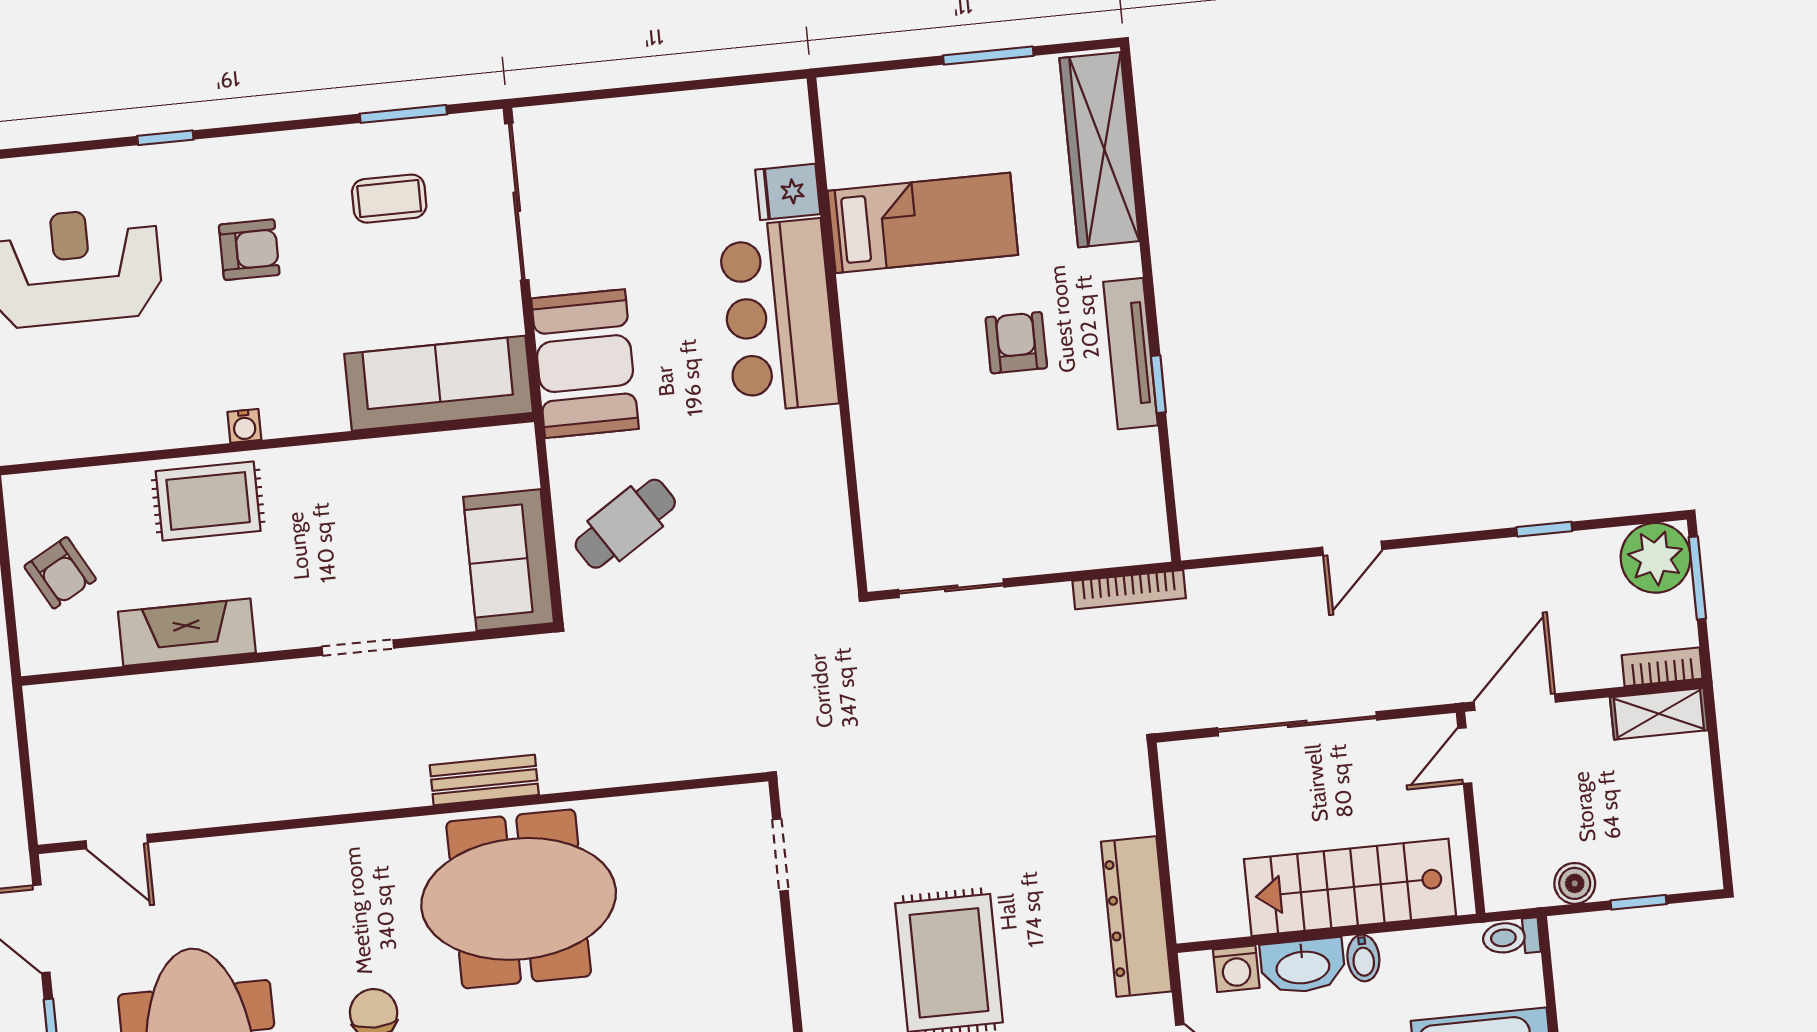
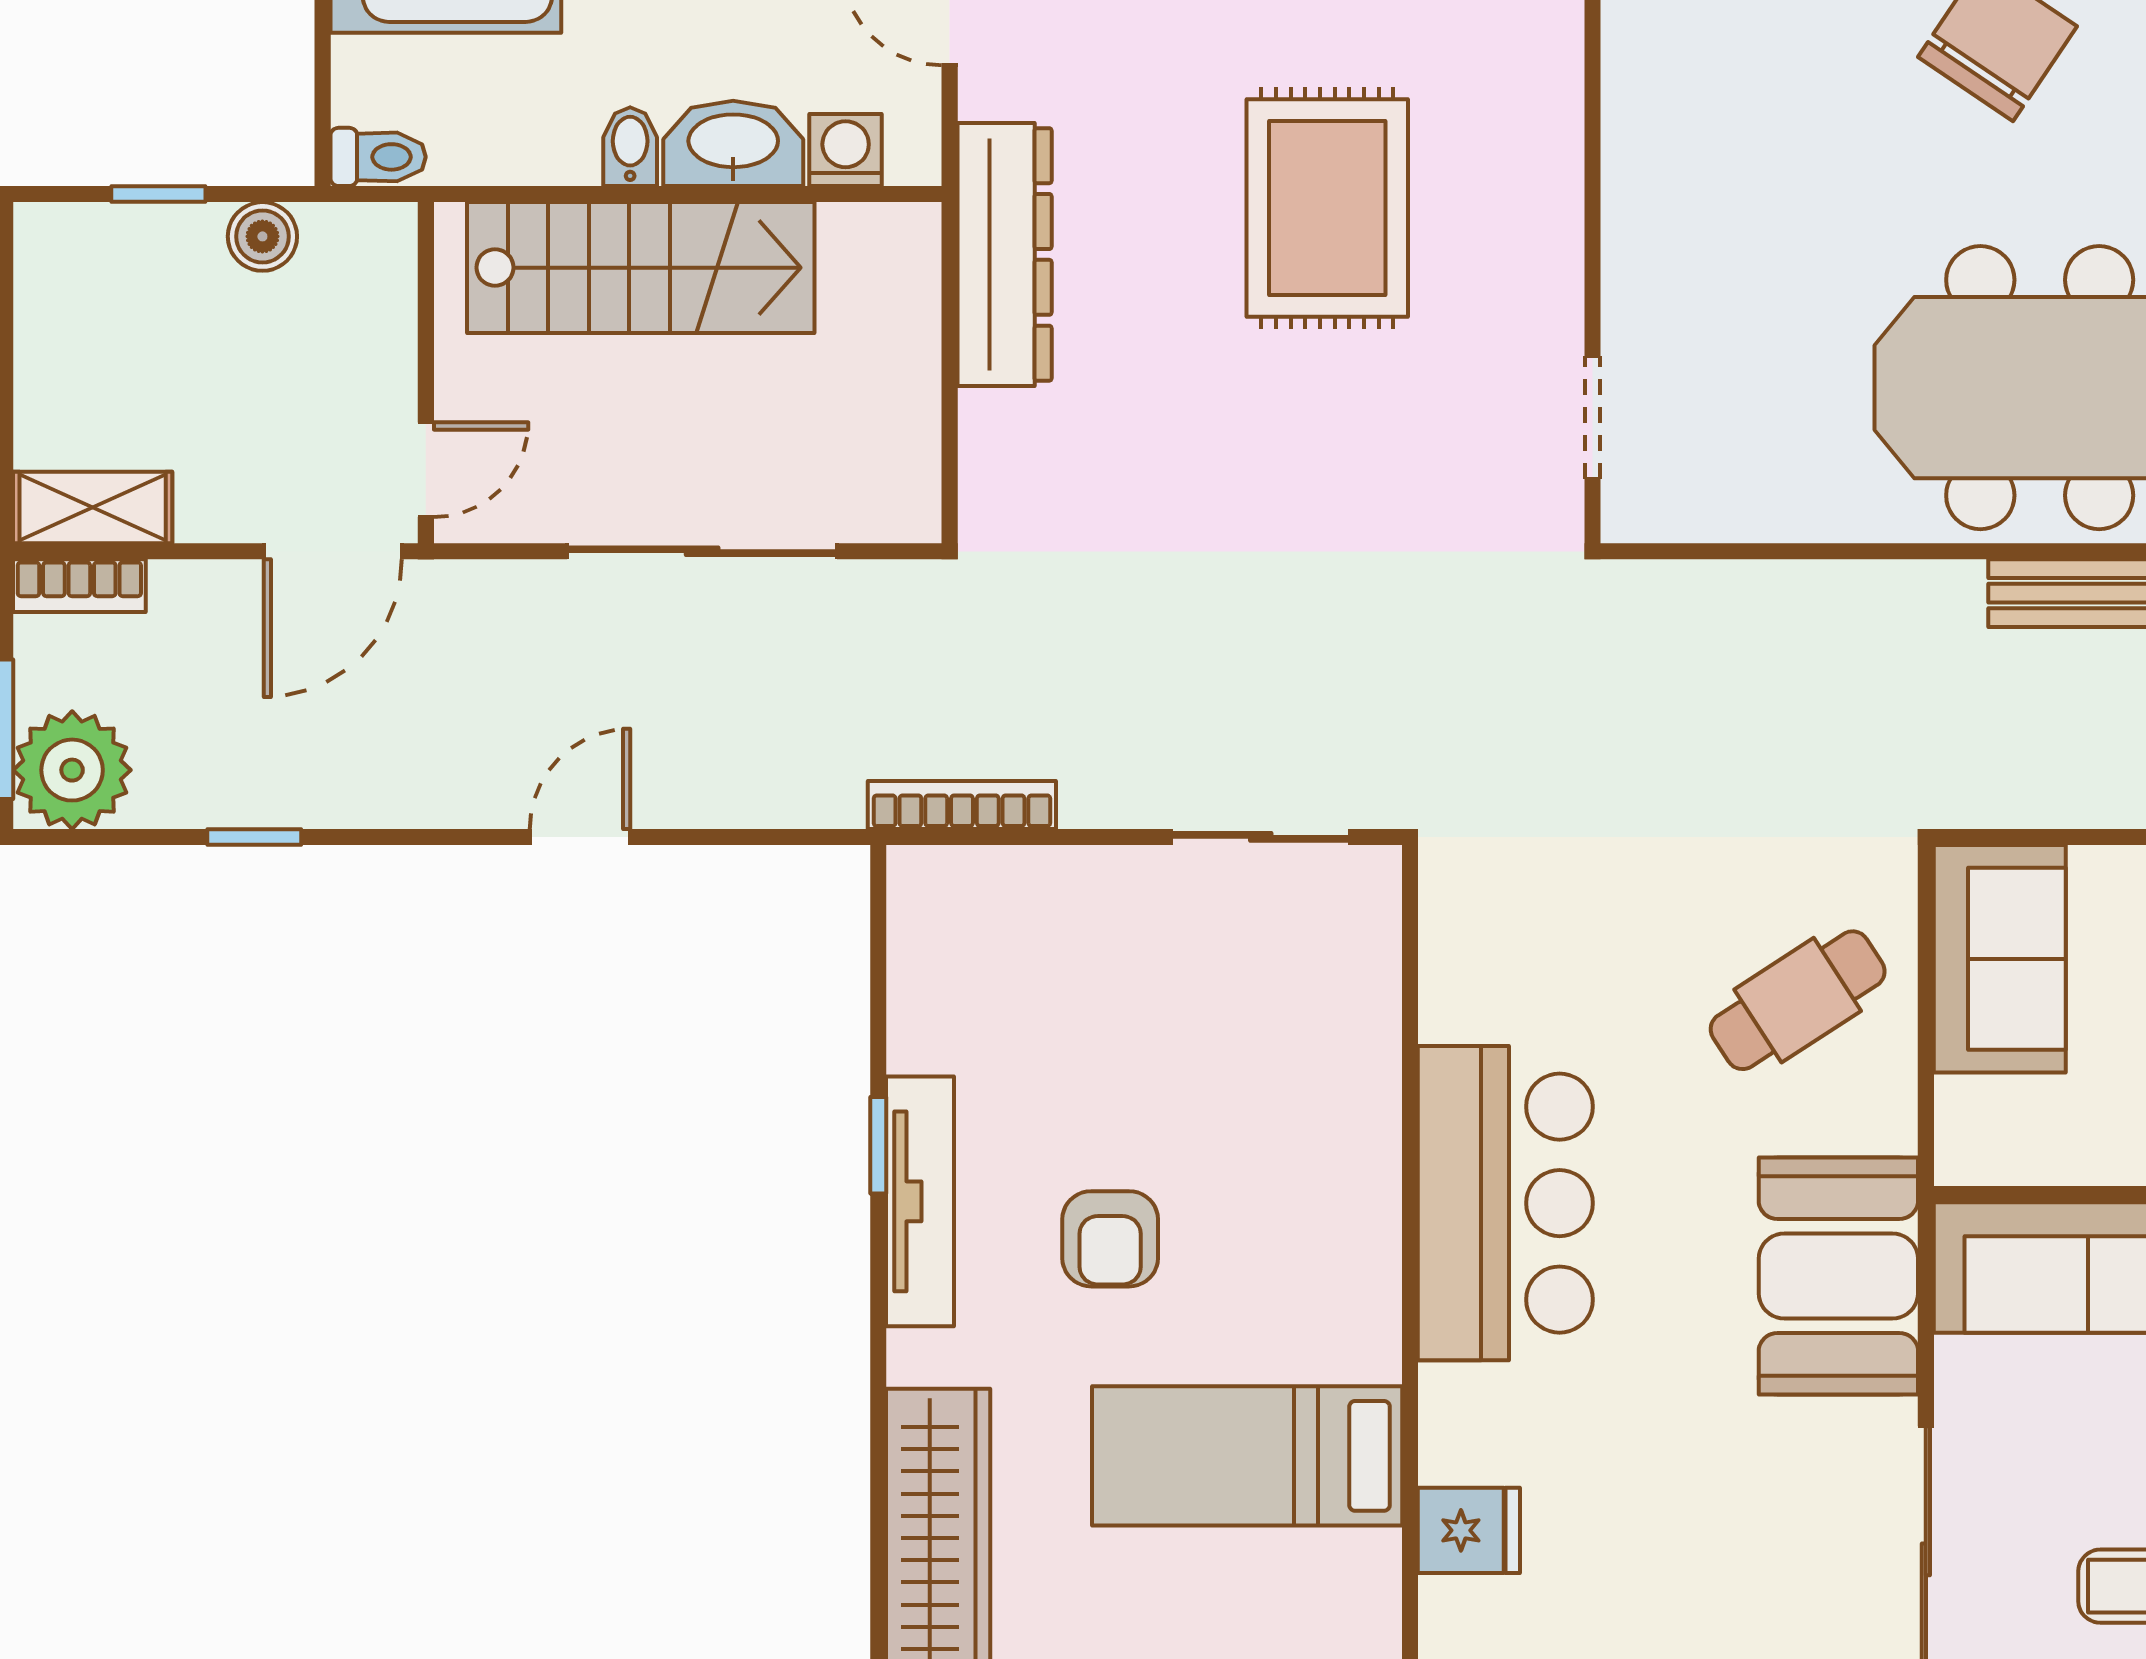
bar counter: (778, 316) -> (1505, 1203), moved

